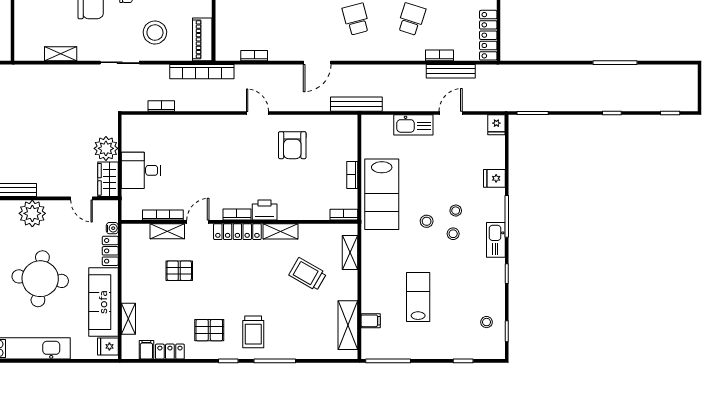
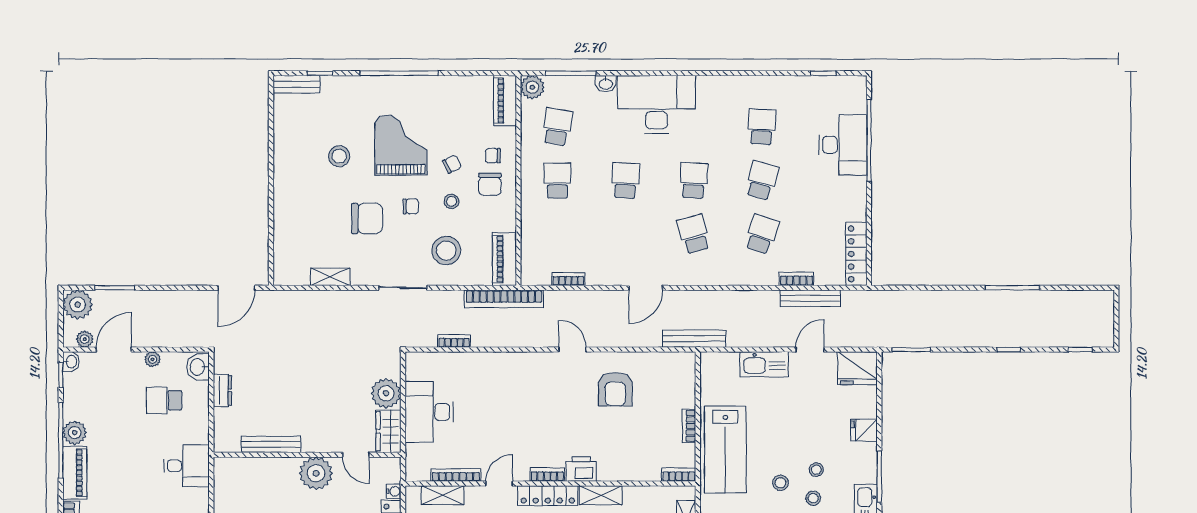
fridge: (496, 125) -> (857, 368), width x1.88, depth x1.34
desk: (141, 170) -> (429, 412), width x1.37
plant: (32, 213) -> (316, 473), moved
shelving: (167, 231) -> (443, 495), moved

